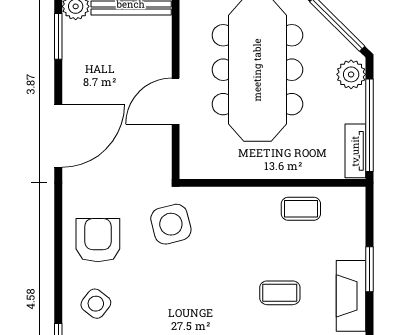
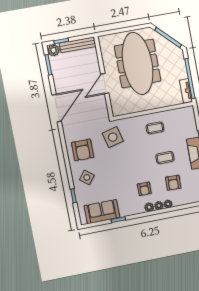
plant: (351, 74) -> (178, 58), removed
coffee table: (301, 209) -> (155, 128), moved
armchair: (98, 240) -> (83, 150), turned 180

